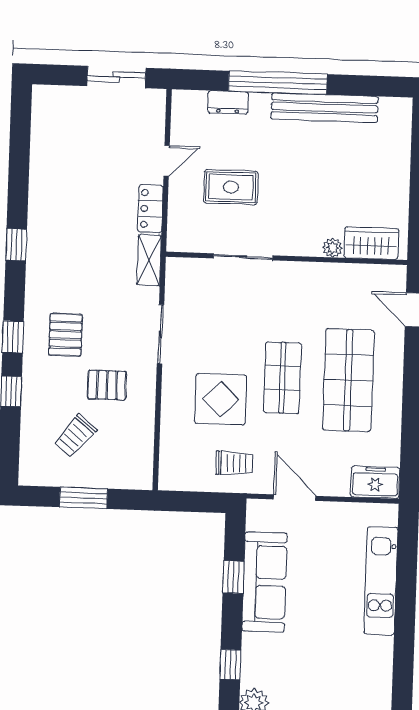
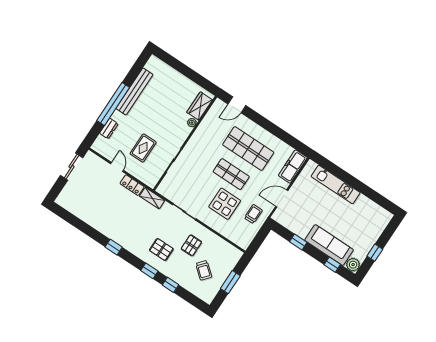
freezer: (375, 482) -> (293, 166), width x1.40
sofa: (265, 582) -> (329, 245), moved

